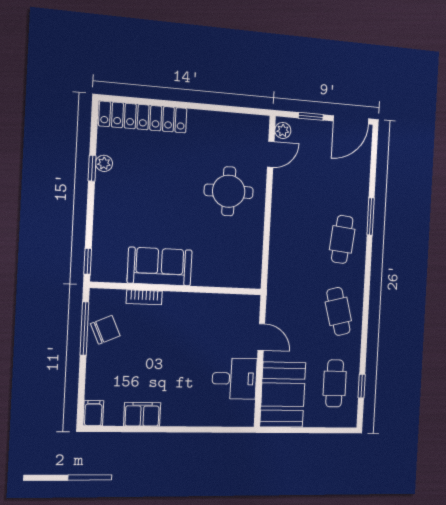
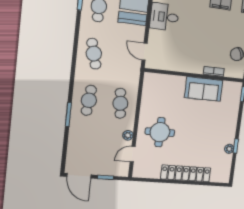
locker: (143, 117) -> (186, 173), moved
door: (351, 120) -> (79, 176), swing flipped
plant: (283, 130) -> (128, 135), moved
cafe table: (295, 237) -> (120, 103), added
door: (261, 337) -> (145, 52), moved

